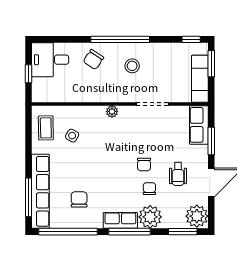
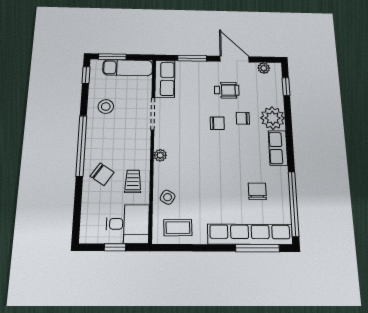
desk: (50, 60) -> (128, 224), moved, turned -90
stool: (132, 66) -> (106, 107), moved
trolley: (87, 87) -> (133, 181), added
row of seats: (199, 125) -> (165, 79), moved, turned -90
side table: (72, 136) -> (168, 197), moved
chair: (79, 199) -> (257, 191), turned 90
plant: (197, 216) -> (264, 68), width x0.53, depth x0.53
window: (130, 232) -> (289, 139), removed
window: (183, 232) -> (286, 87), width x0.67

